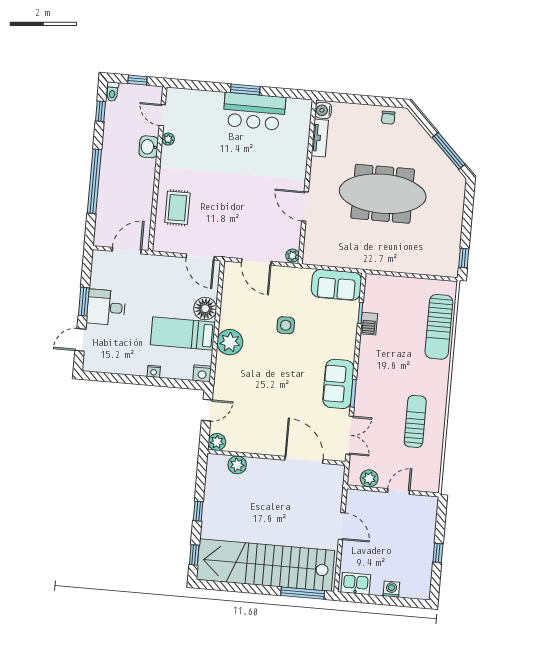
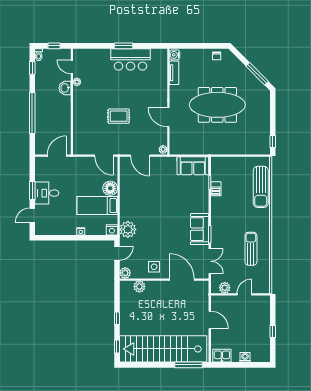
rug: (177, 208) -> (119, 116), moved, turned 90
side table: (286, 325) -> (154, 267), moved
plant: (230, 342) -> (128, 229), moved

